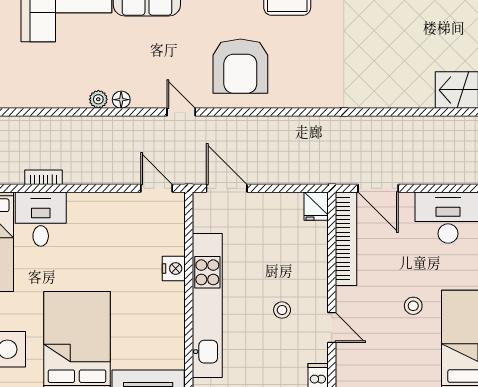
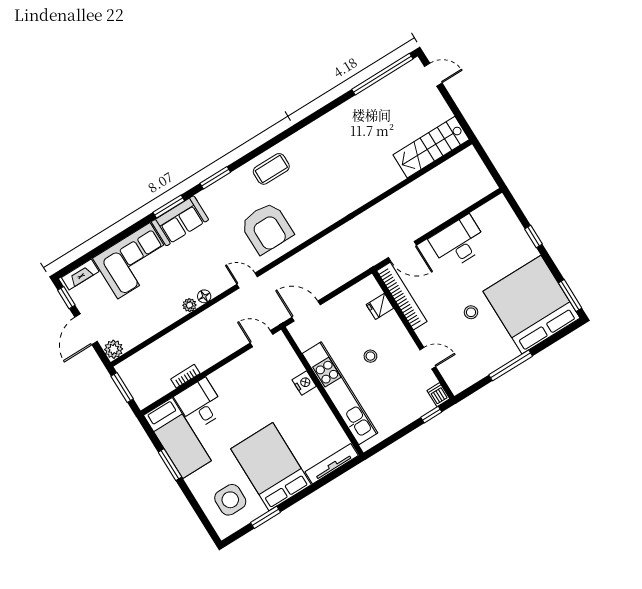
fridge: (316, 206) -> (380, 306), moved, turned 90
stool: (282, 310) -> (370, 356), moved

